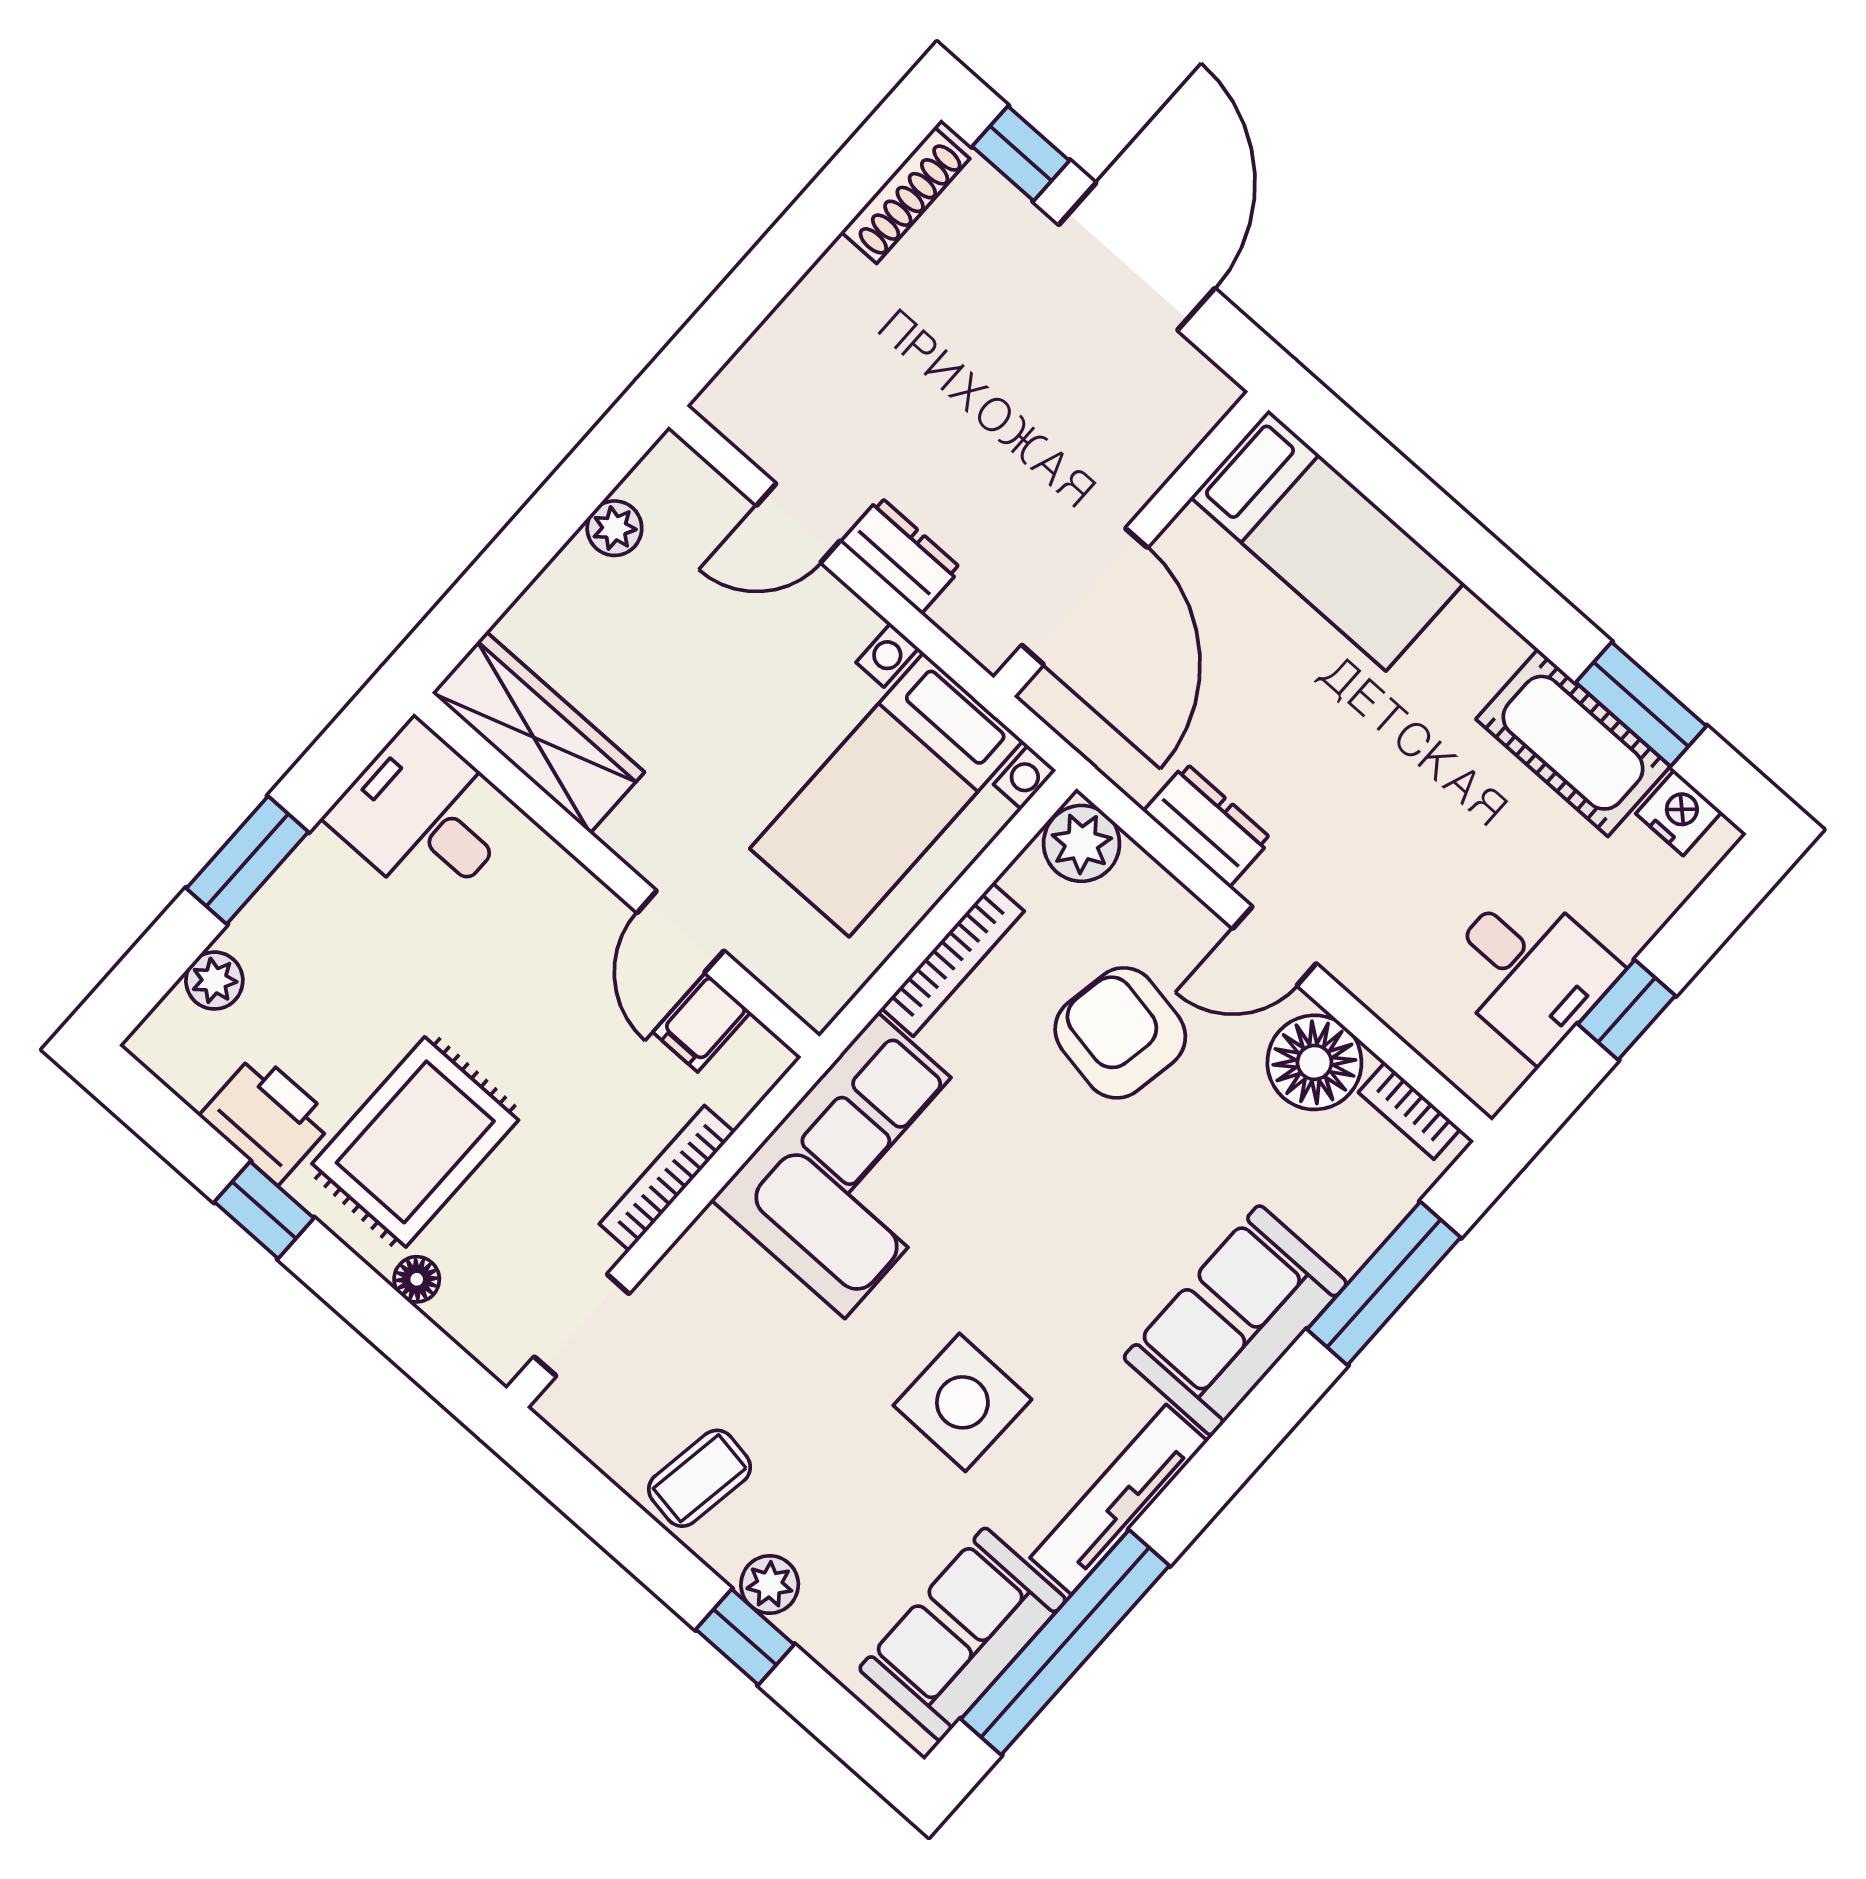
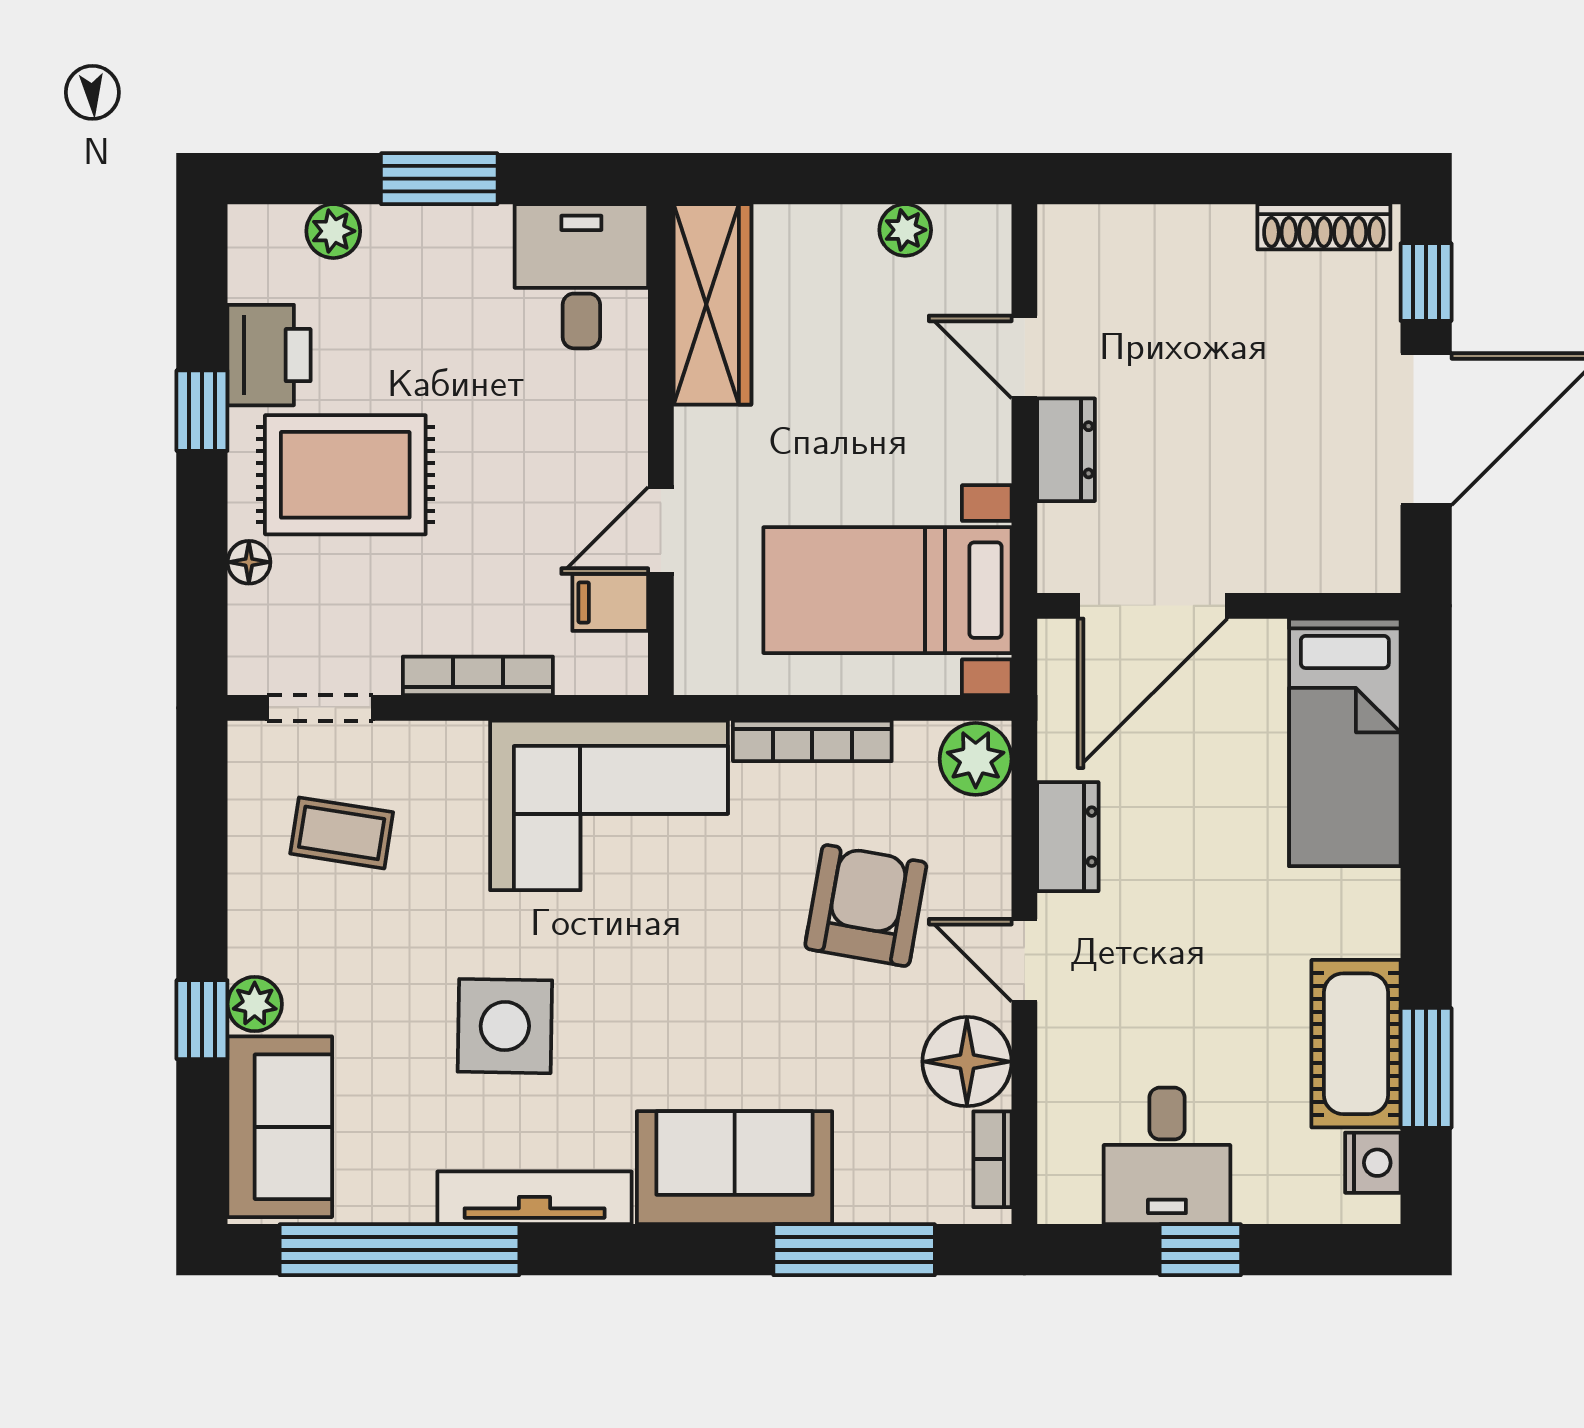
coffee table: (700, 1478) -> (342, 833), moved
sofa: (963, 1634) -> (280, 1127), moved, turned 90

